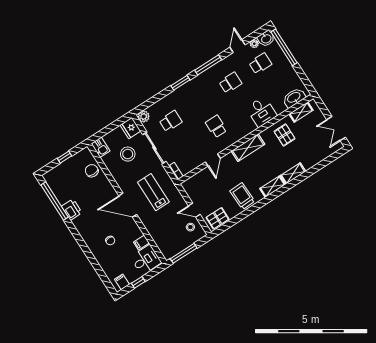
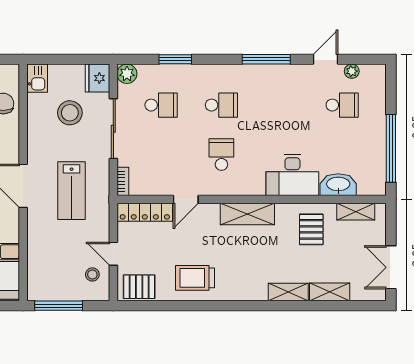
washbasin: (266, 39) -> (373, 75), removed
window: (284, 47) -> (391, 148), moved
window: (180, 83) -> (175, 59), moved
school desk: (230, 83) -> (221, 105), moved
washbasin: (294, 98) -> (338, 185), moved
desk: (261, 112) -> (292, 175), width x1.37
locker: (197, 180) -> (145, 212), added
shelving: (273, 187) -> (330, 292), moved
lab bench: (153, 192) -> (72, 191), turned 180
trolley: (242, 196) -> (195, 278), turned -88

